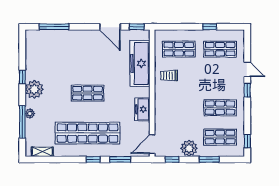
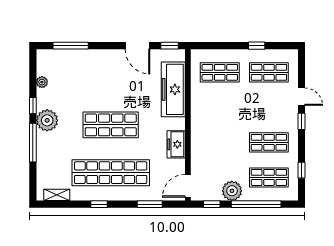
trolley: (169, 76) -> (208, 104), removed
shop shelf: (88, 93) -> (111, 125), width x1.43, depth x1.36
plant: (30, 114) -> (42, 82), moved
window: (22, 122) -> (33, 143), moved
window: (247, 141) -> (302, 170), moved
window: (93, 159) -> (99, 204), moved
window: (209, 159) -> (256, 204), width x2.11

